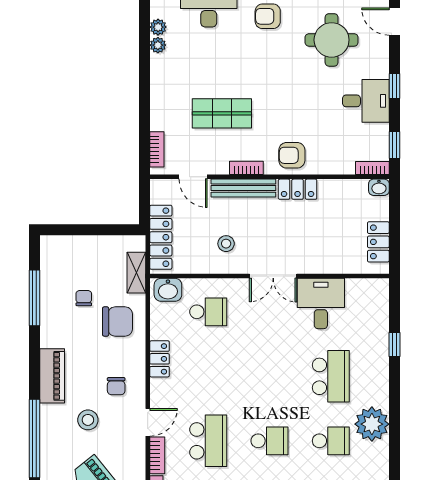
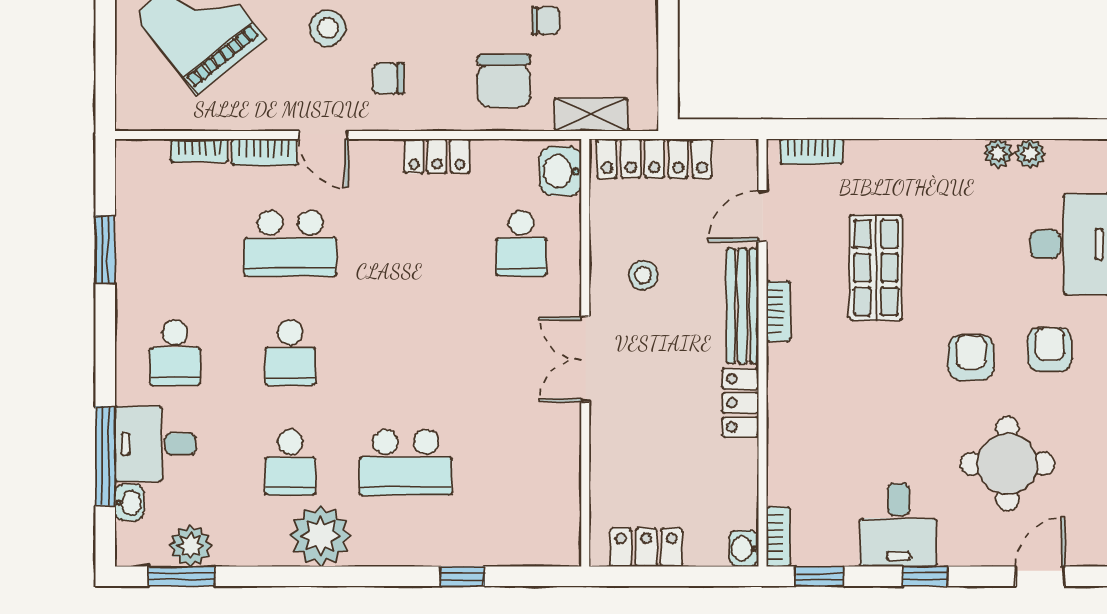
armchair: (292, 155) -> (971, 358), moved
desk: (321, 303) -> (536, 445), removed

